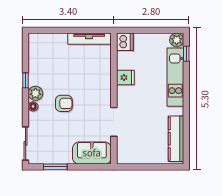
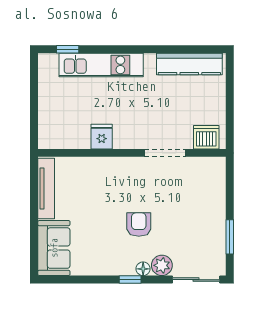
plant: (177, 40) -> (48, 63), removed
dishwasher: (125, 42) -> (206, 137), moved
window: (26, 80) -> (130, 280), moved
plant: (35, 93) -> (162, 265), moved
sofa: (92, 153) -> (54, 248), moved, turned 180

